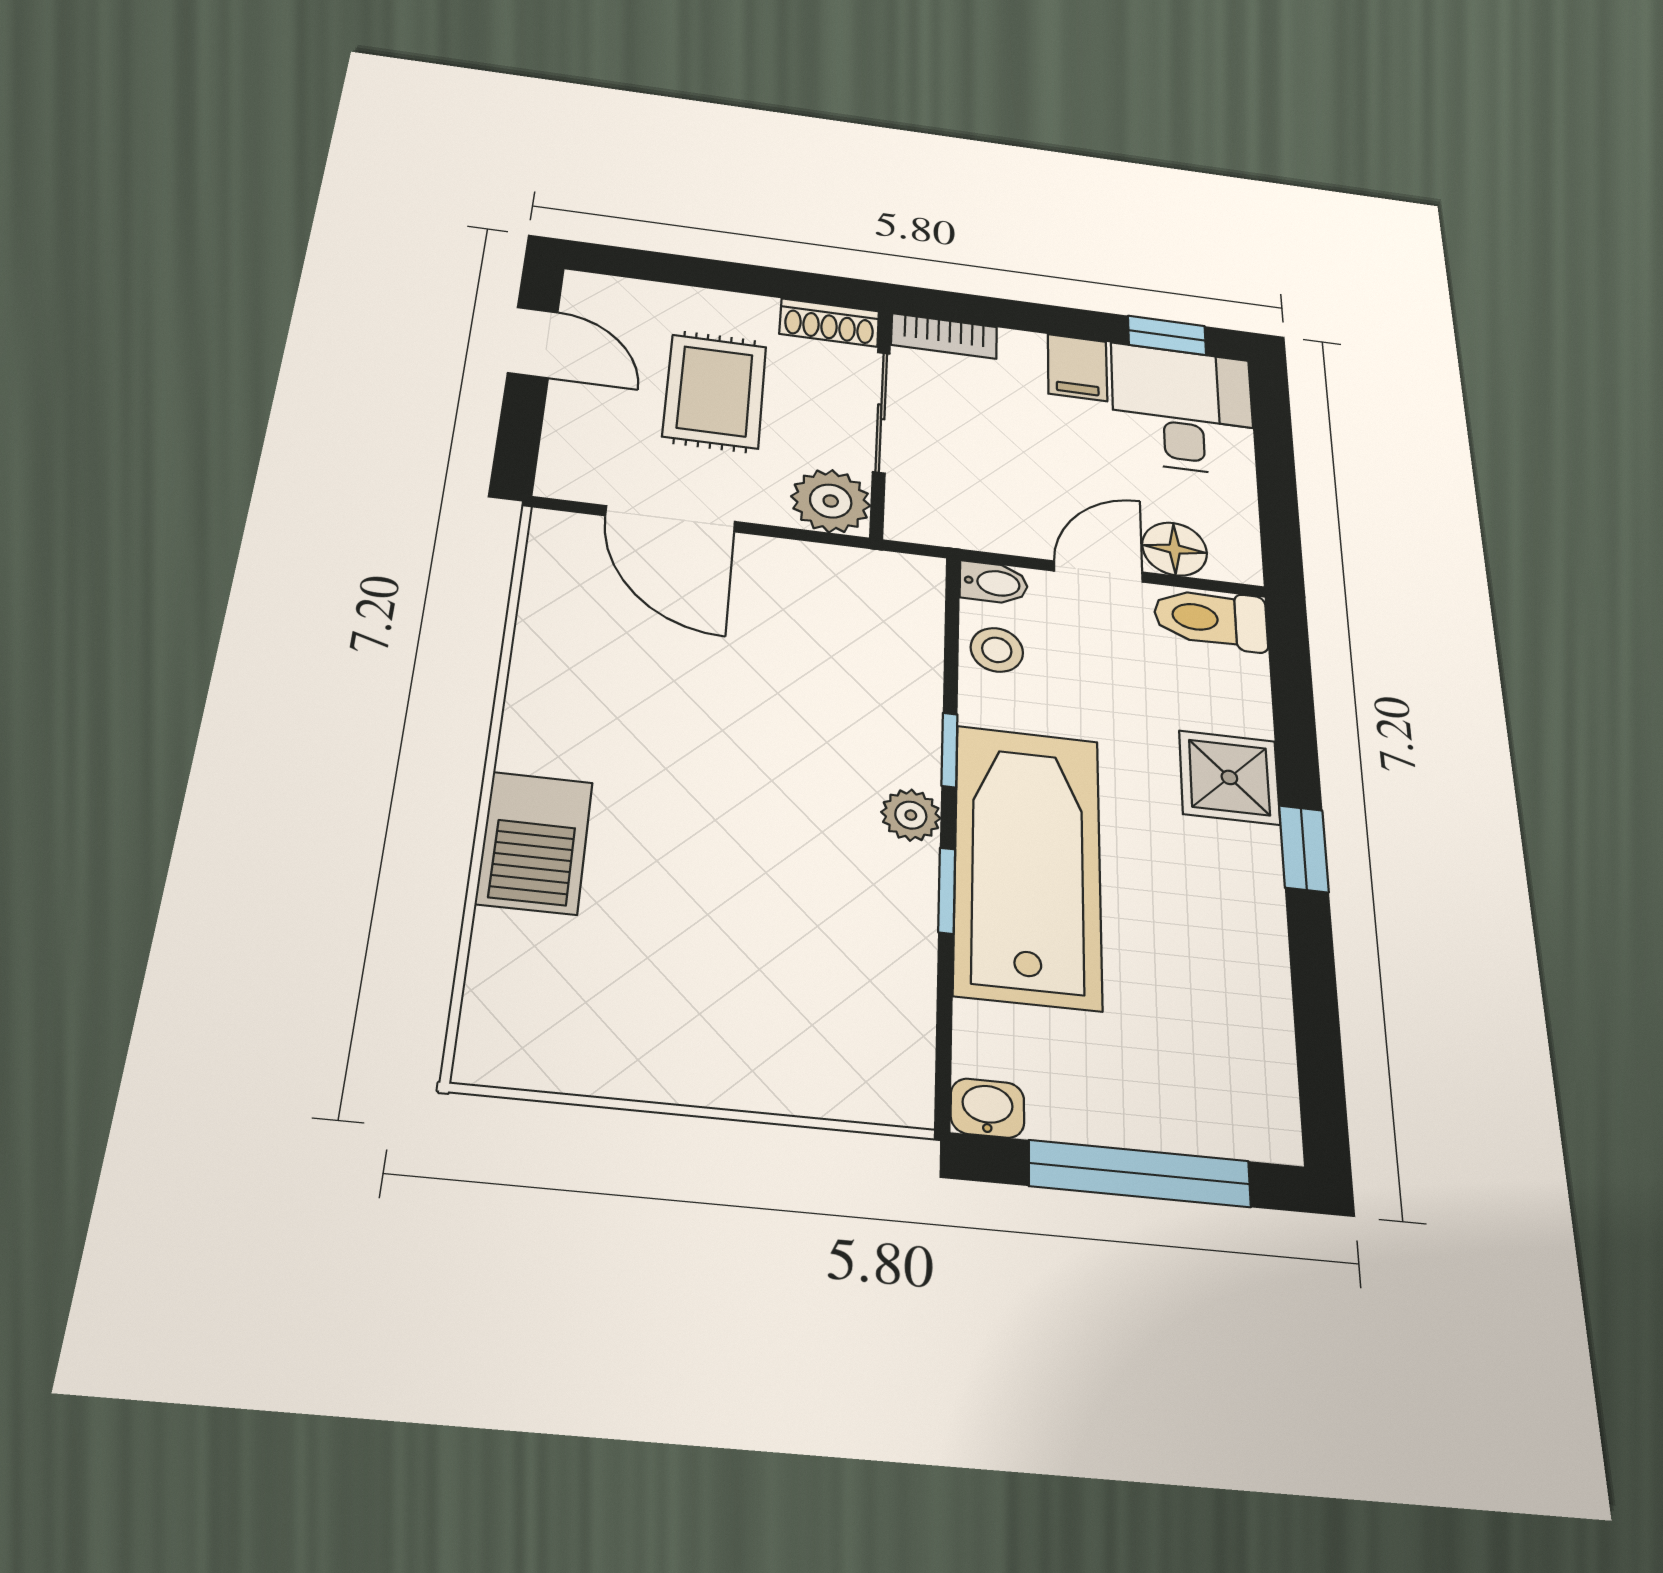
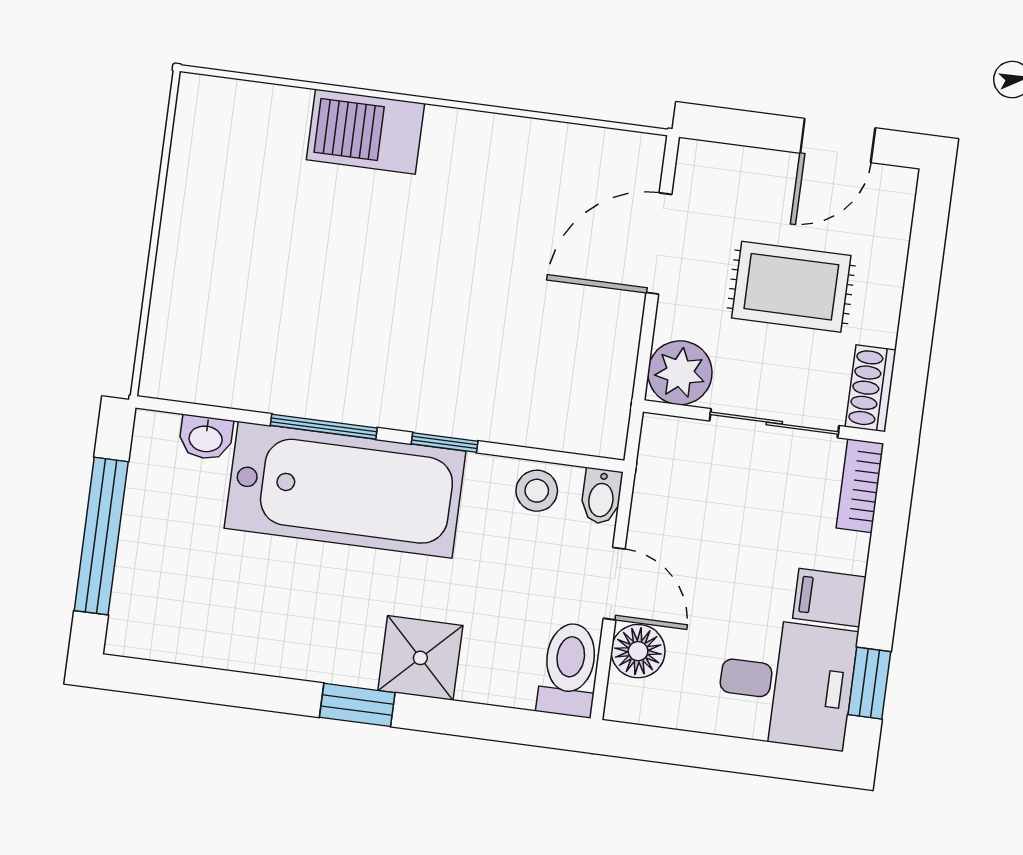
plant: (911, 815) -> (387, 407), removed
window: (947, 890) -> (324, 427), width x1.50
washbasin: (987, 1108) -> (206, 438), moved, turned 90

